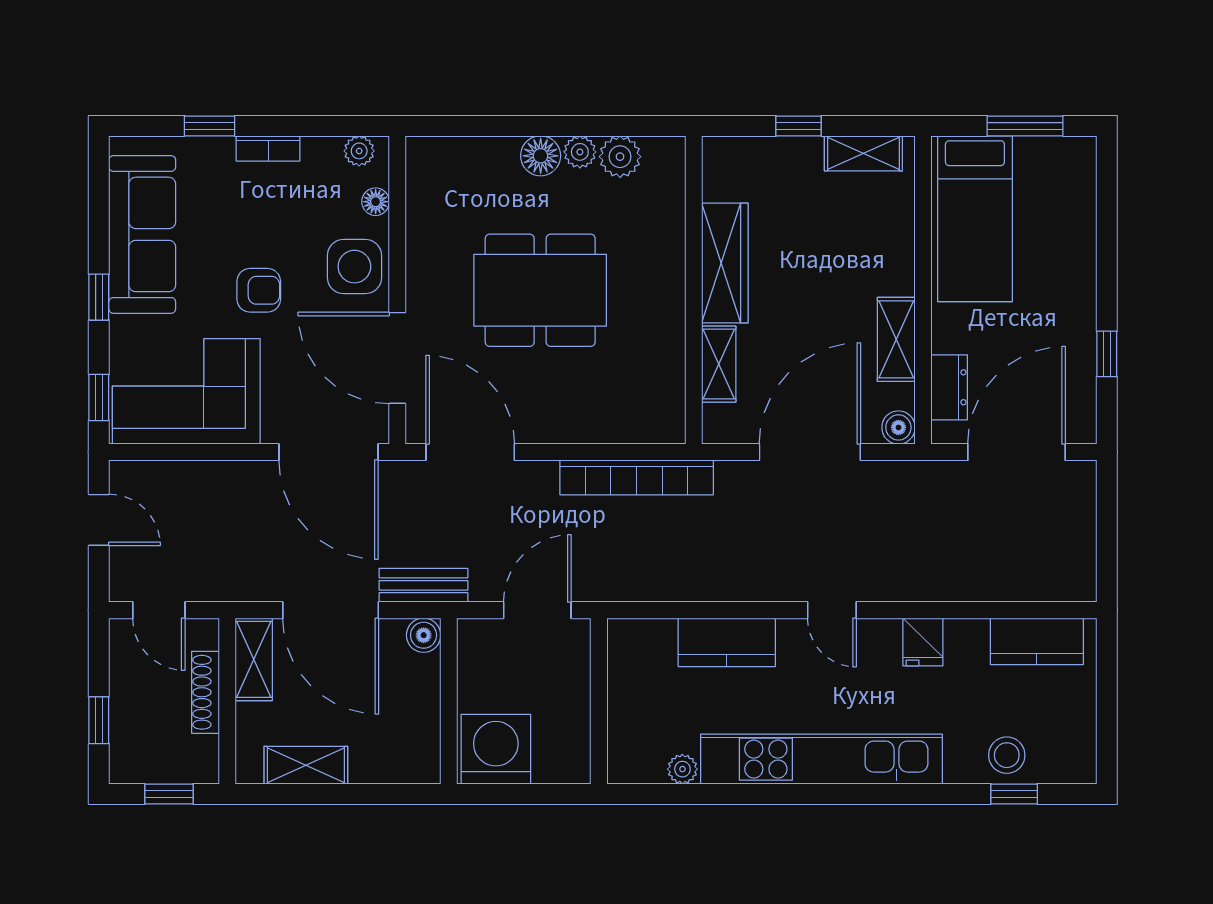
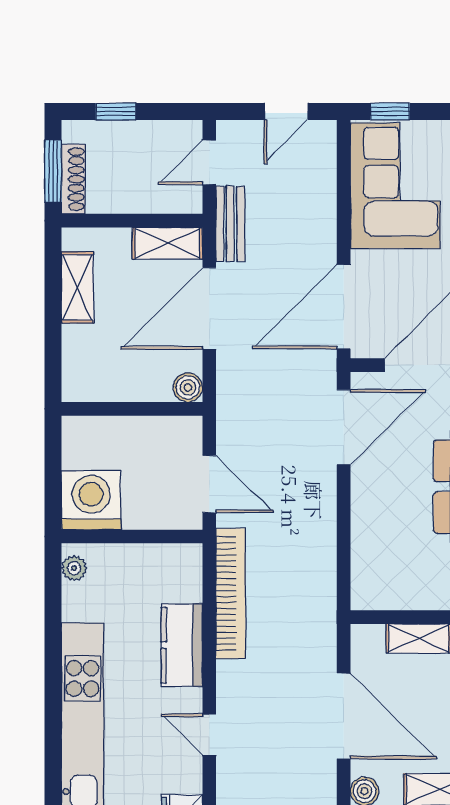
bookcase: (637, 477) -> (231, 594), moved, turned 180
bench: (423, 585) -> (230, 224), moved
door: (832, 610) -> (209, 735), hinge flipped
shoe rack: (205, 692) -> (73, 179), moved, turned 90
washing machine: (496, 749) -> (91, 500), moved, turned -90
plant: (682, 769) -> (74, 568), moved
window: (169, 794) -> (53, 171), width x1.50

